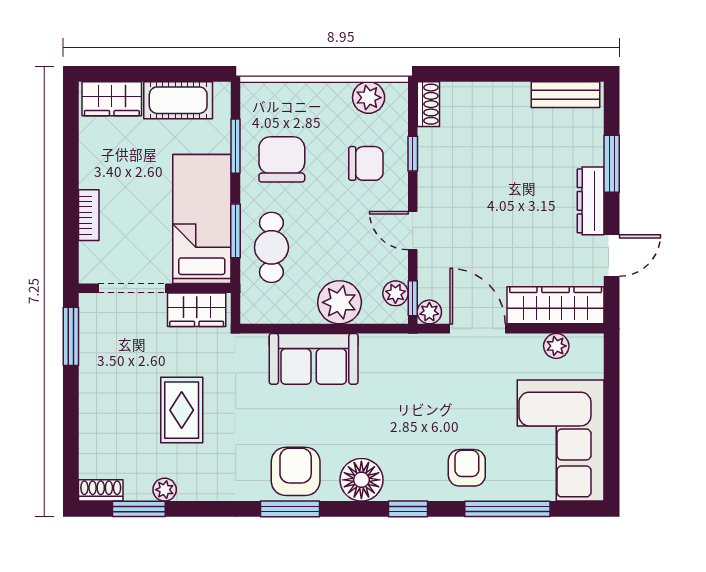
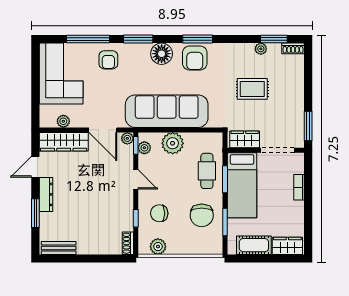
sofa: (314, 359) -> (167, 111), width x1.85, depth x1.27
rug: (182, 410) -> (252, 89), turned 90
window: (408, 509) -> (138, 39), width x1.50

